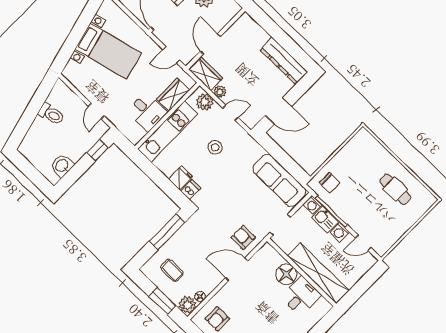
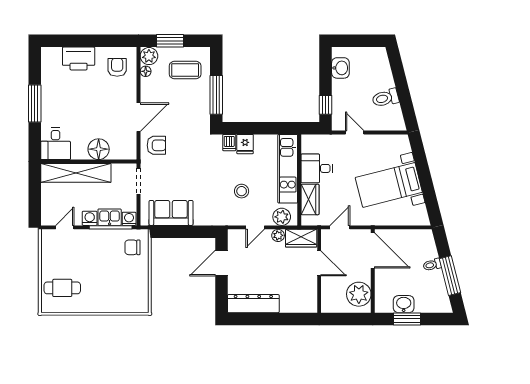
sofa: (279, 180) -> (171, 213), width x0.73
cafe table: (395, 189) -> (62, 288), moved
coffee table: (172, 270) -> (185, 70), width x1.36, depth x1.30
desk: (301, 296) -> (56, 144), moved

